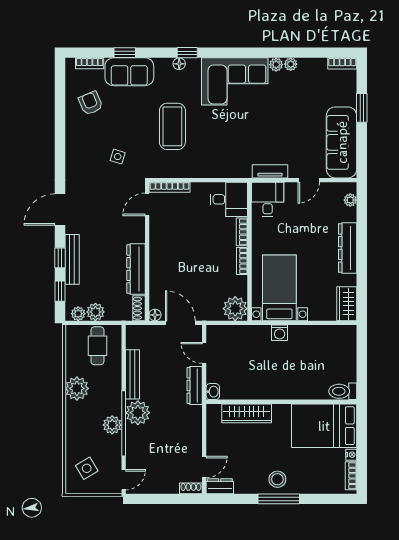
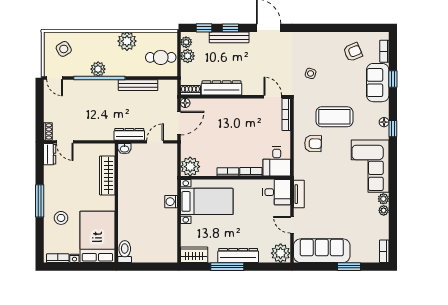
armchair: (206, 153) -> (313, 144), added
plant: (350, 200) -> (281, 253), width x1.87, depth x1.87
window: (362, 262) -> (227, 267), added
plant: (138, 413) -> (108, 89), removed
stool: (277, 479) -> (61, 218), moved

